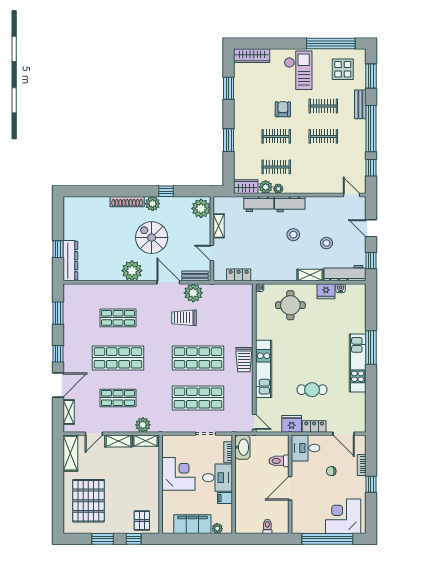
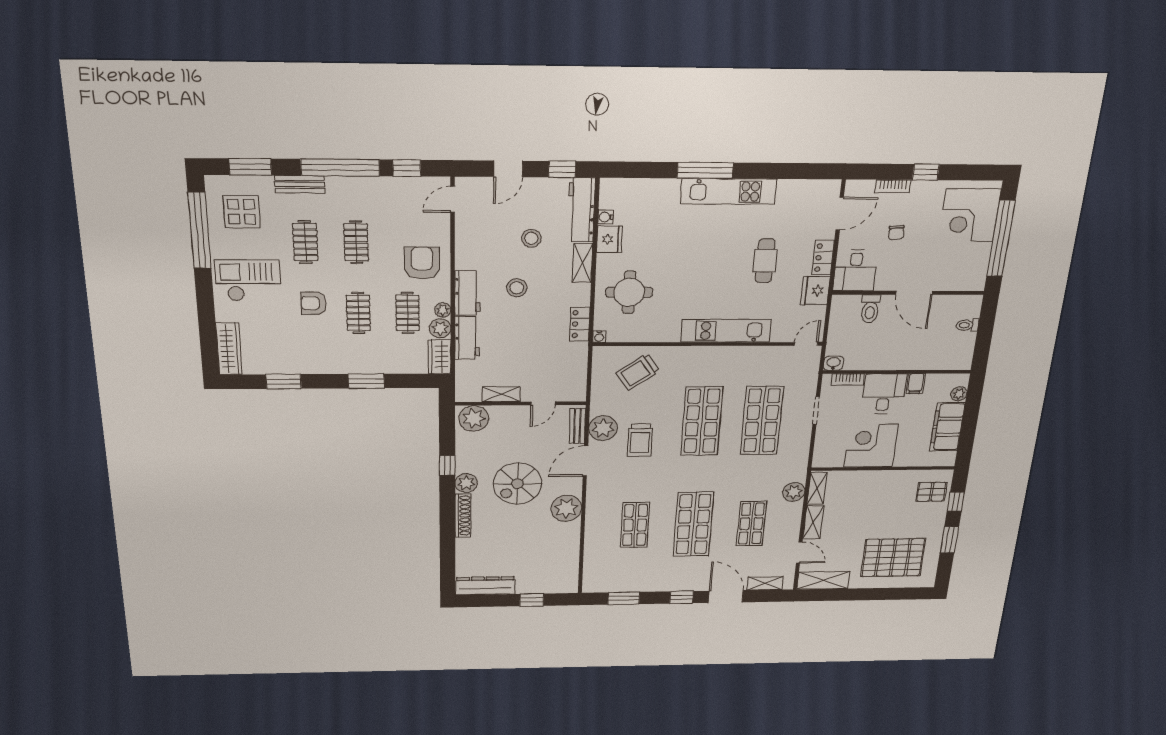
armchair: (310, 176) -> (422, 263), added
dresser: (70, 261) -> (485, 586), moved
locker: (239, 275) -> (580, 324), moved
trolley: (244, 360) -> (638, 372), moved, turned 145
washbasin: (242, 447) -> (833, 363), width x0.52, depth x0.69

